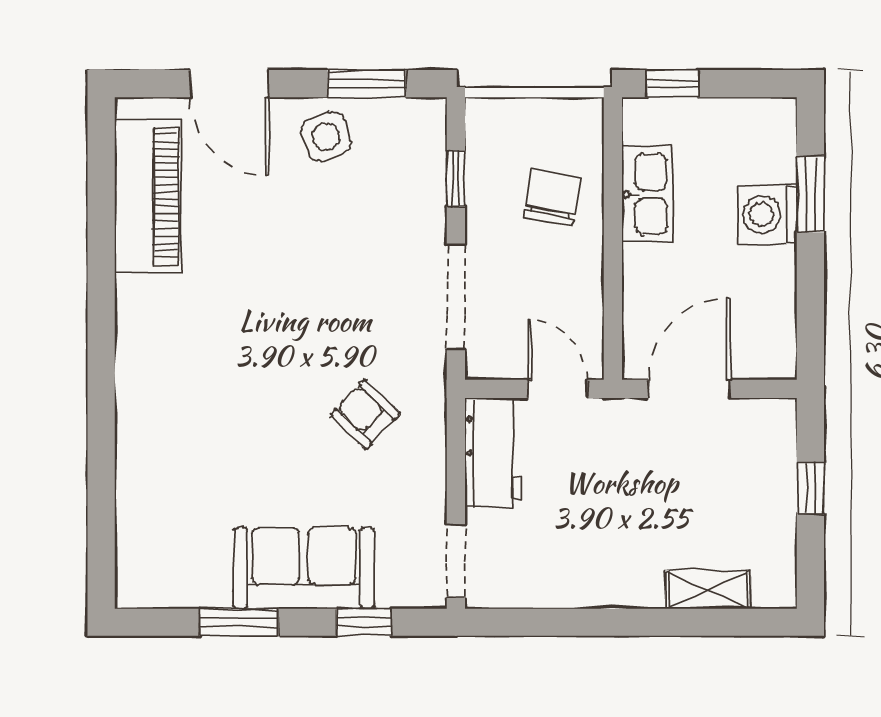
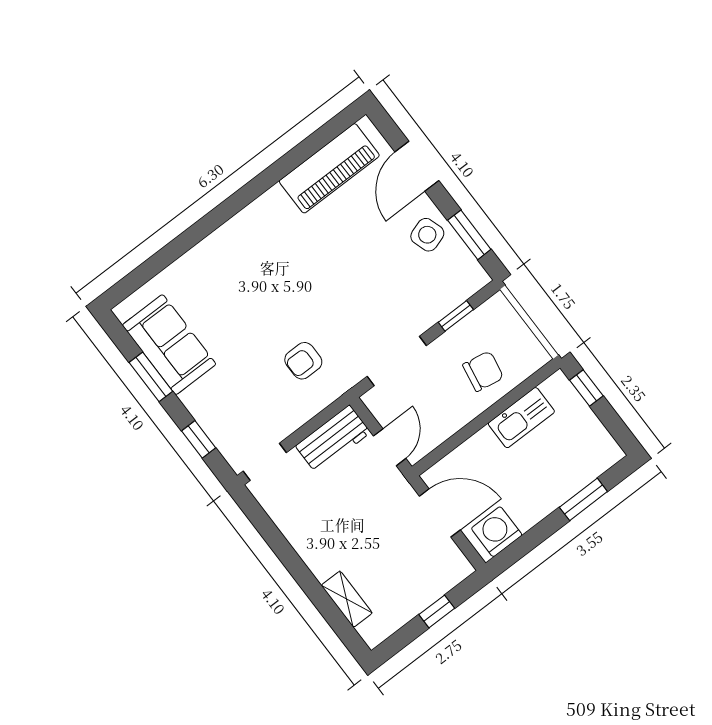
washing machine: (768, 214) -> (497, 532), moved
armchair: (365, 414) -> (303, 361), turned -134
sofa: (304, 568) -> (169, 345), moved

